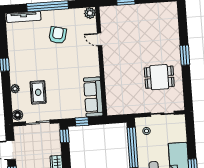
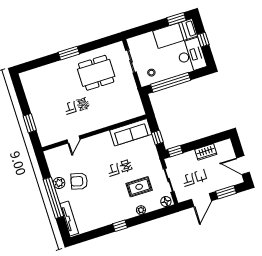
plant: (90, 13) -> (59, 183), moved
dining table: (159, 77) -> (96, 73), width x1.38

